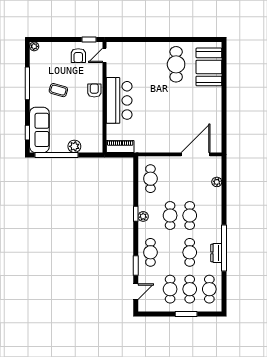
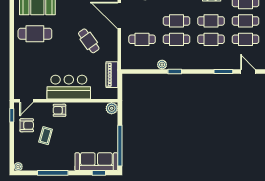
door: (105, 55) -> (26, 101), hinge flipped
coffee table: (58, 90) -> (46, 136), moved
cafe table: (168, 122) -> (89, 41), added
plant: (74, 146) -> (112, 108), moved
piano: (120, 146) -> (112, 75), moved
cafe table: (150, 179) -> (142, 39), moved
plant: (143, 216) -> (162, 65), moved
cafe table: (150, 252) -> (211, 39), moved

